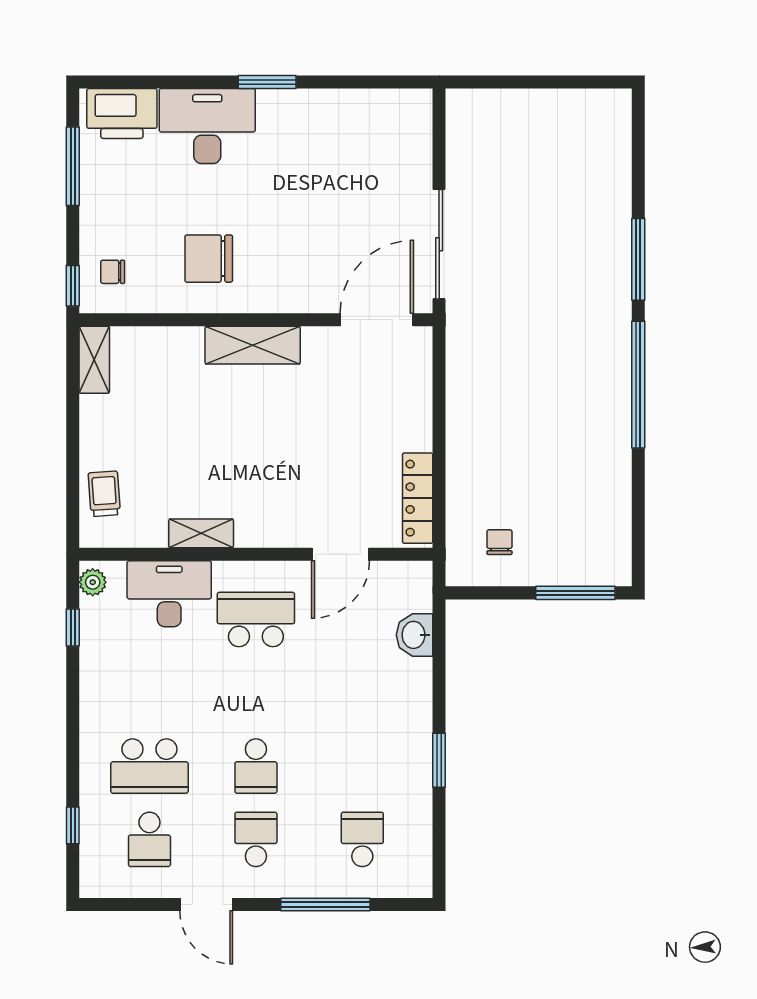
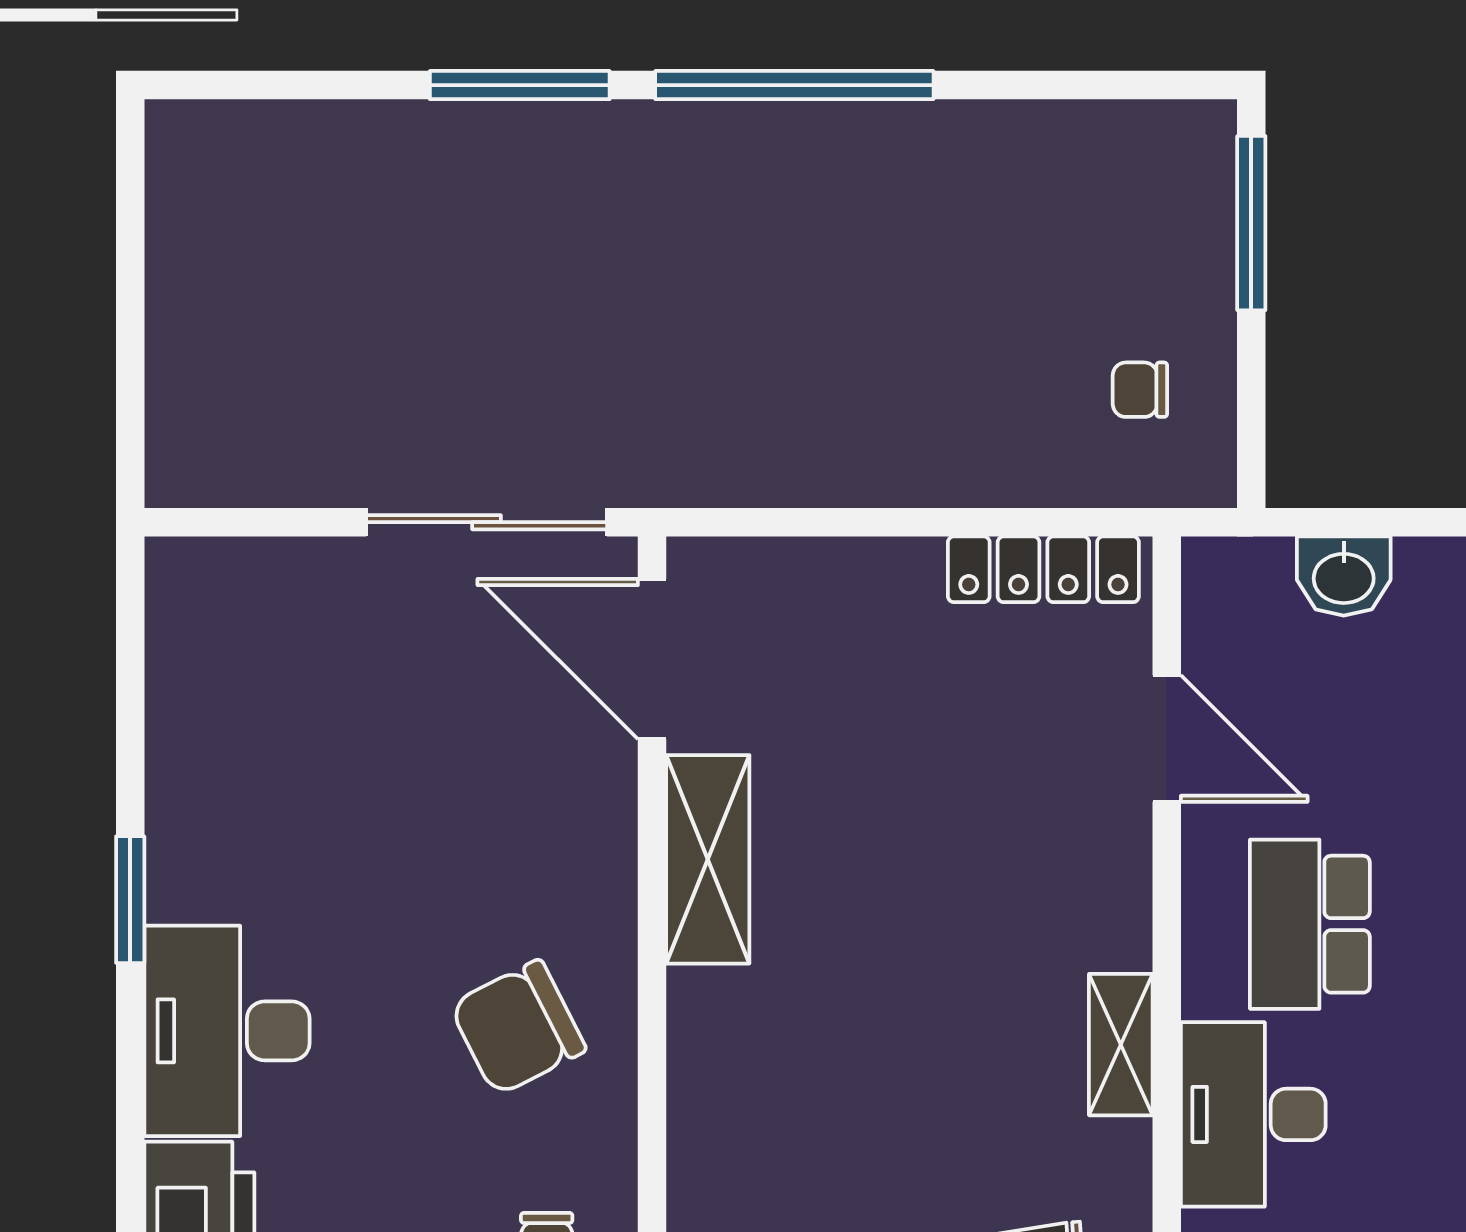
chair: (209, 259) -> (518, 1028), turned 63
shelving: (253, 345) -> (708, 859), moved

